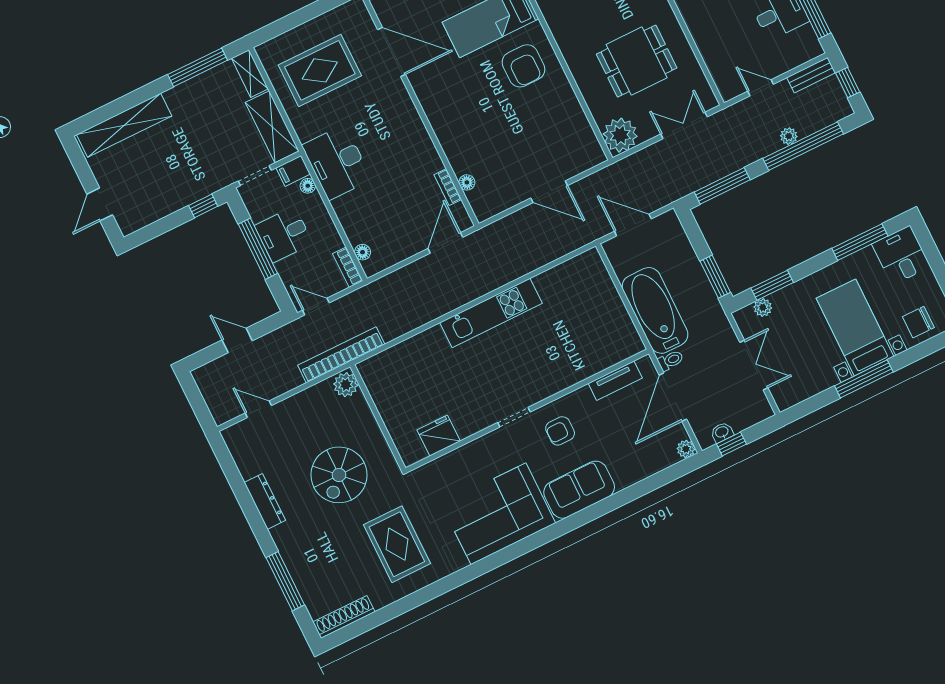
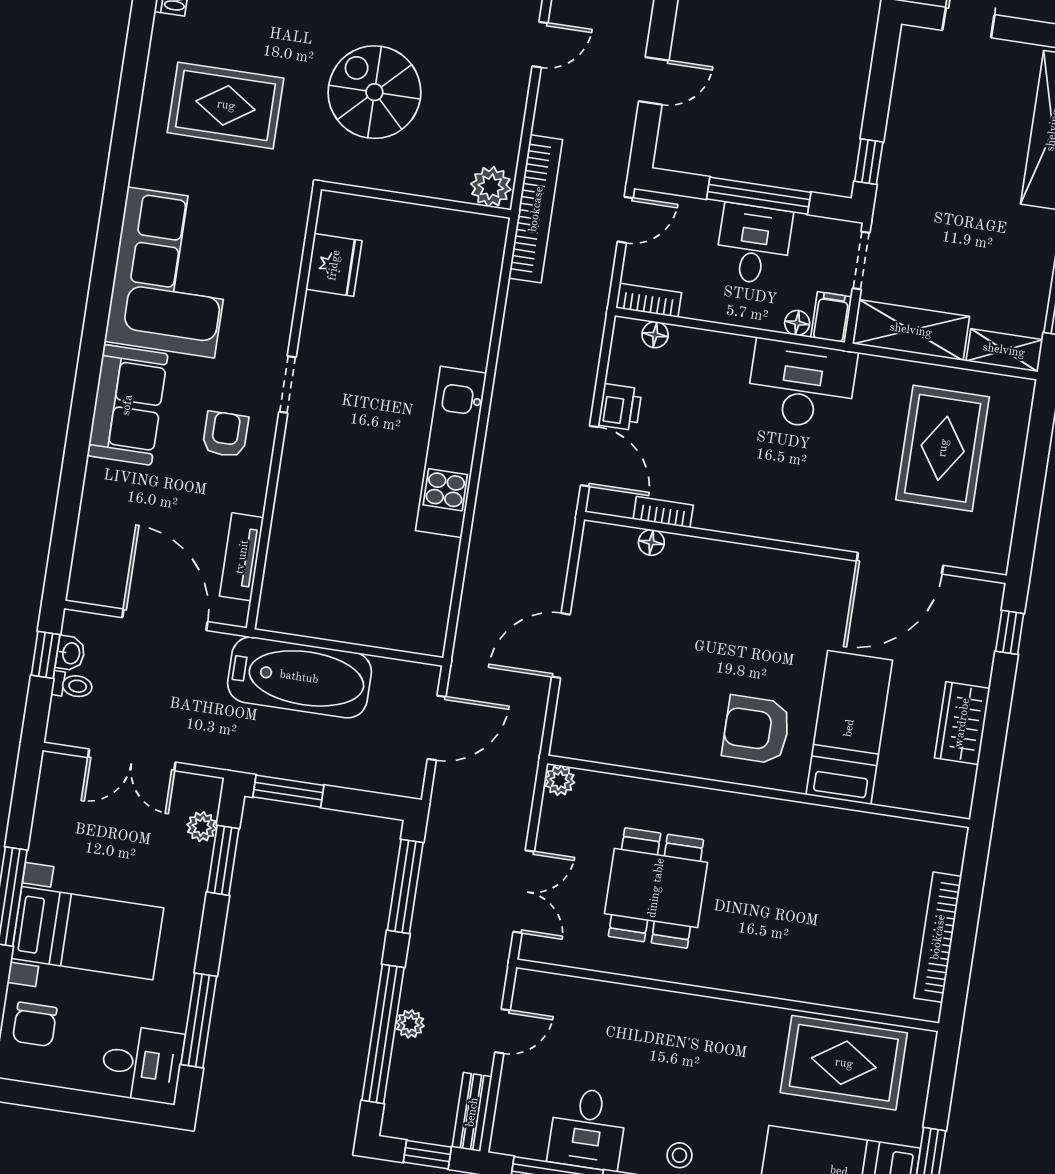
plant: (620, 135) -> (560, 780), width x0.53, depth x0.53
printer: (411, 245) -> (620, 407), added
chair: (918, 322) -> (35, 1024), turned 180
toilet: (671, 360) -> (72, 685), moved, turned -90
plant: (686, 449) -> (82, 588), removed

